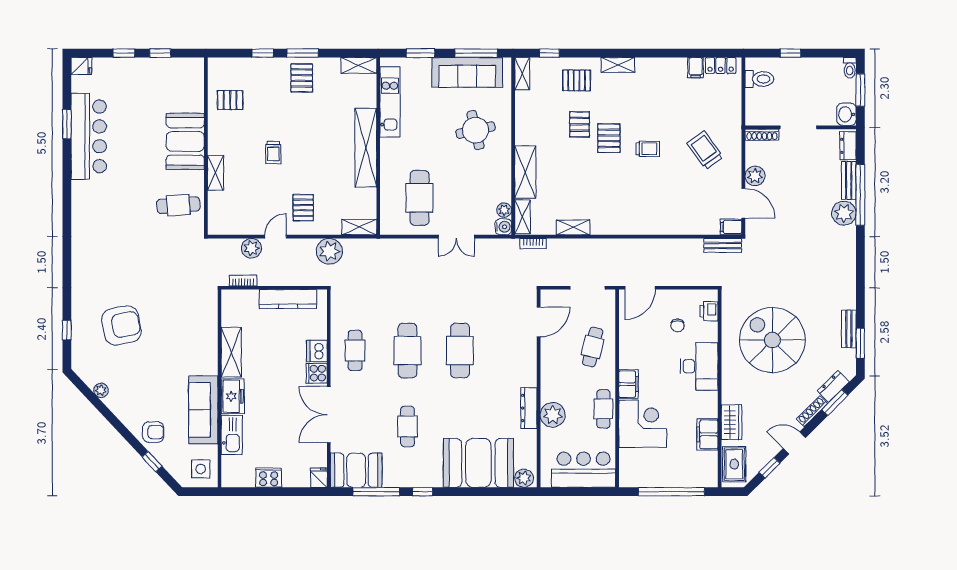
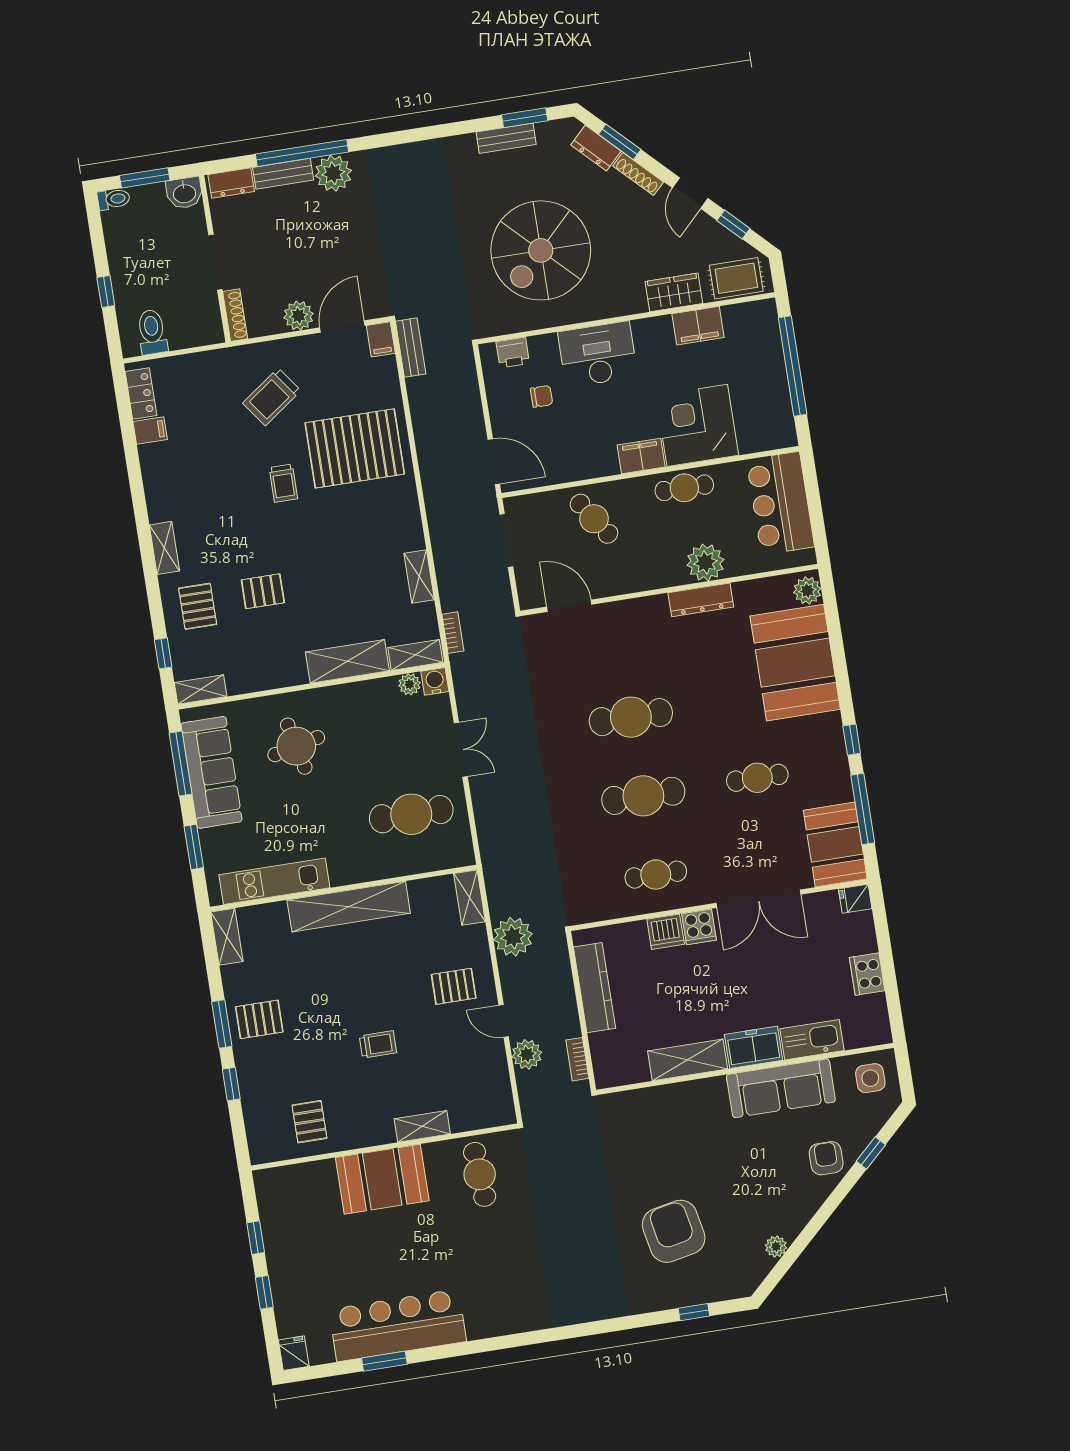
pallet: (609, 138) -> (355, 448), moved, width x2.05, depth x2.00
trolley: (648, 149) -> (283, 483), turned 180
cafe table: (593, 347) -> (594, 519), turned 43

